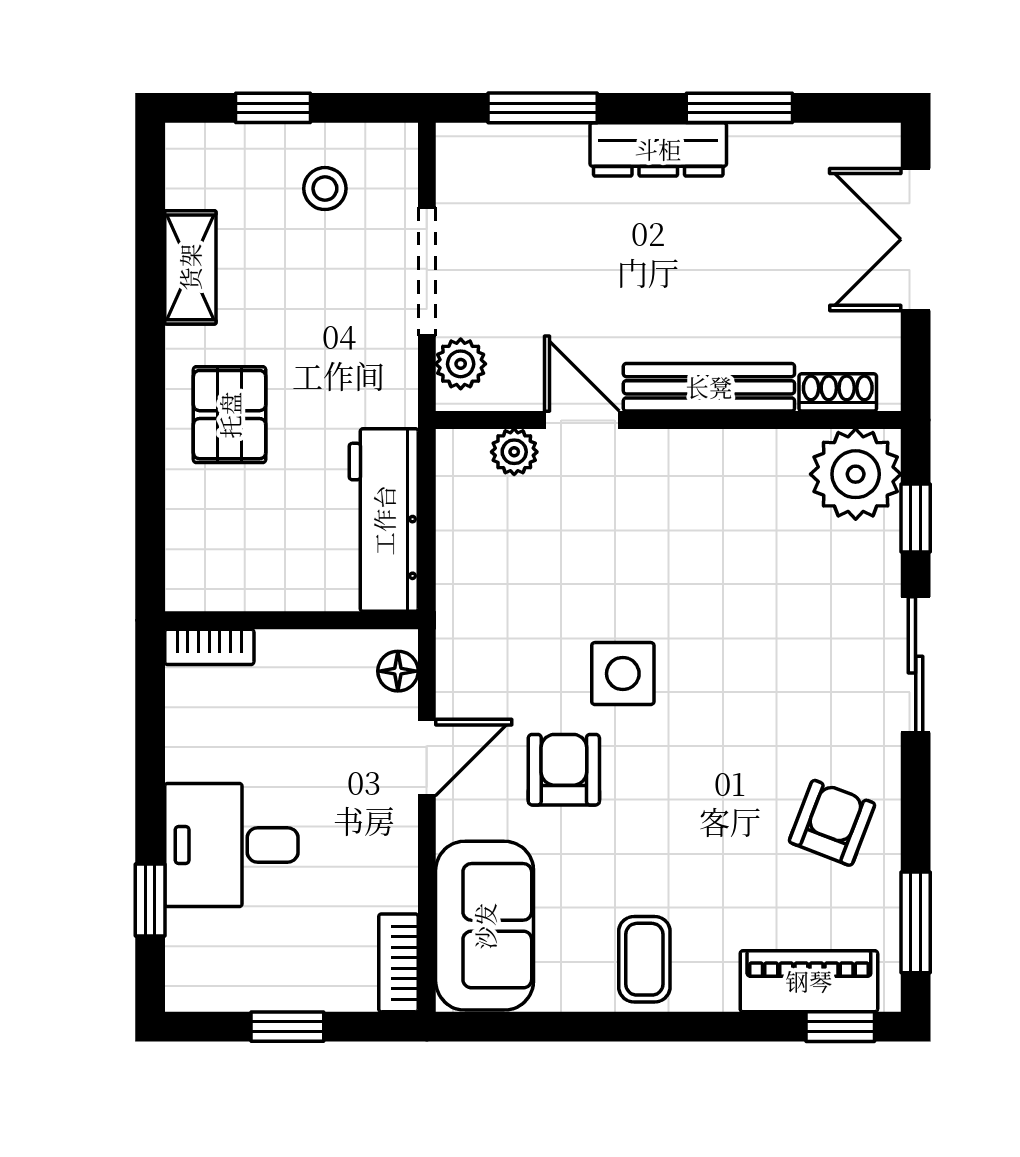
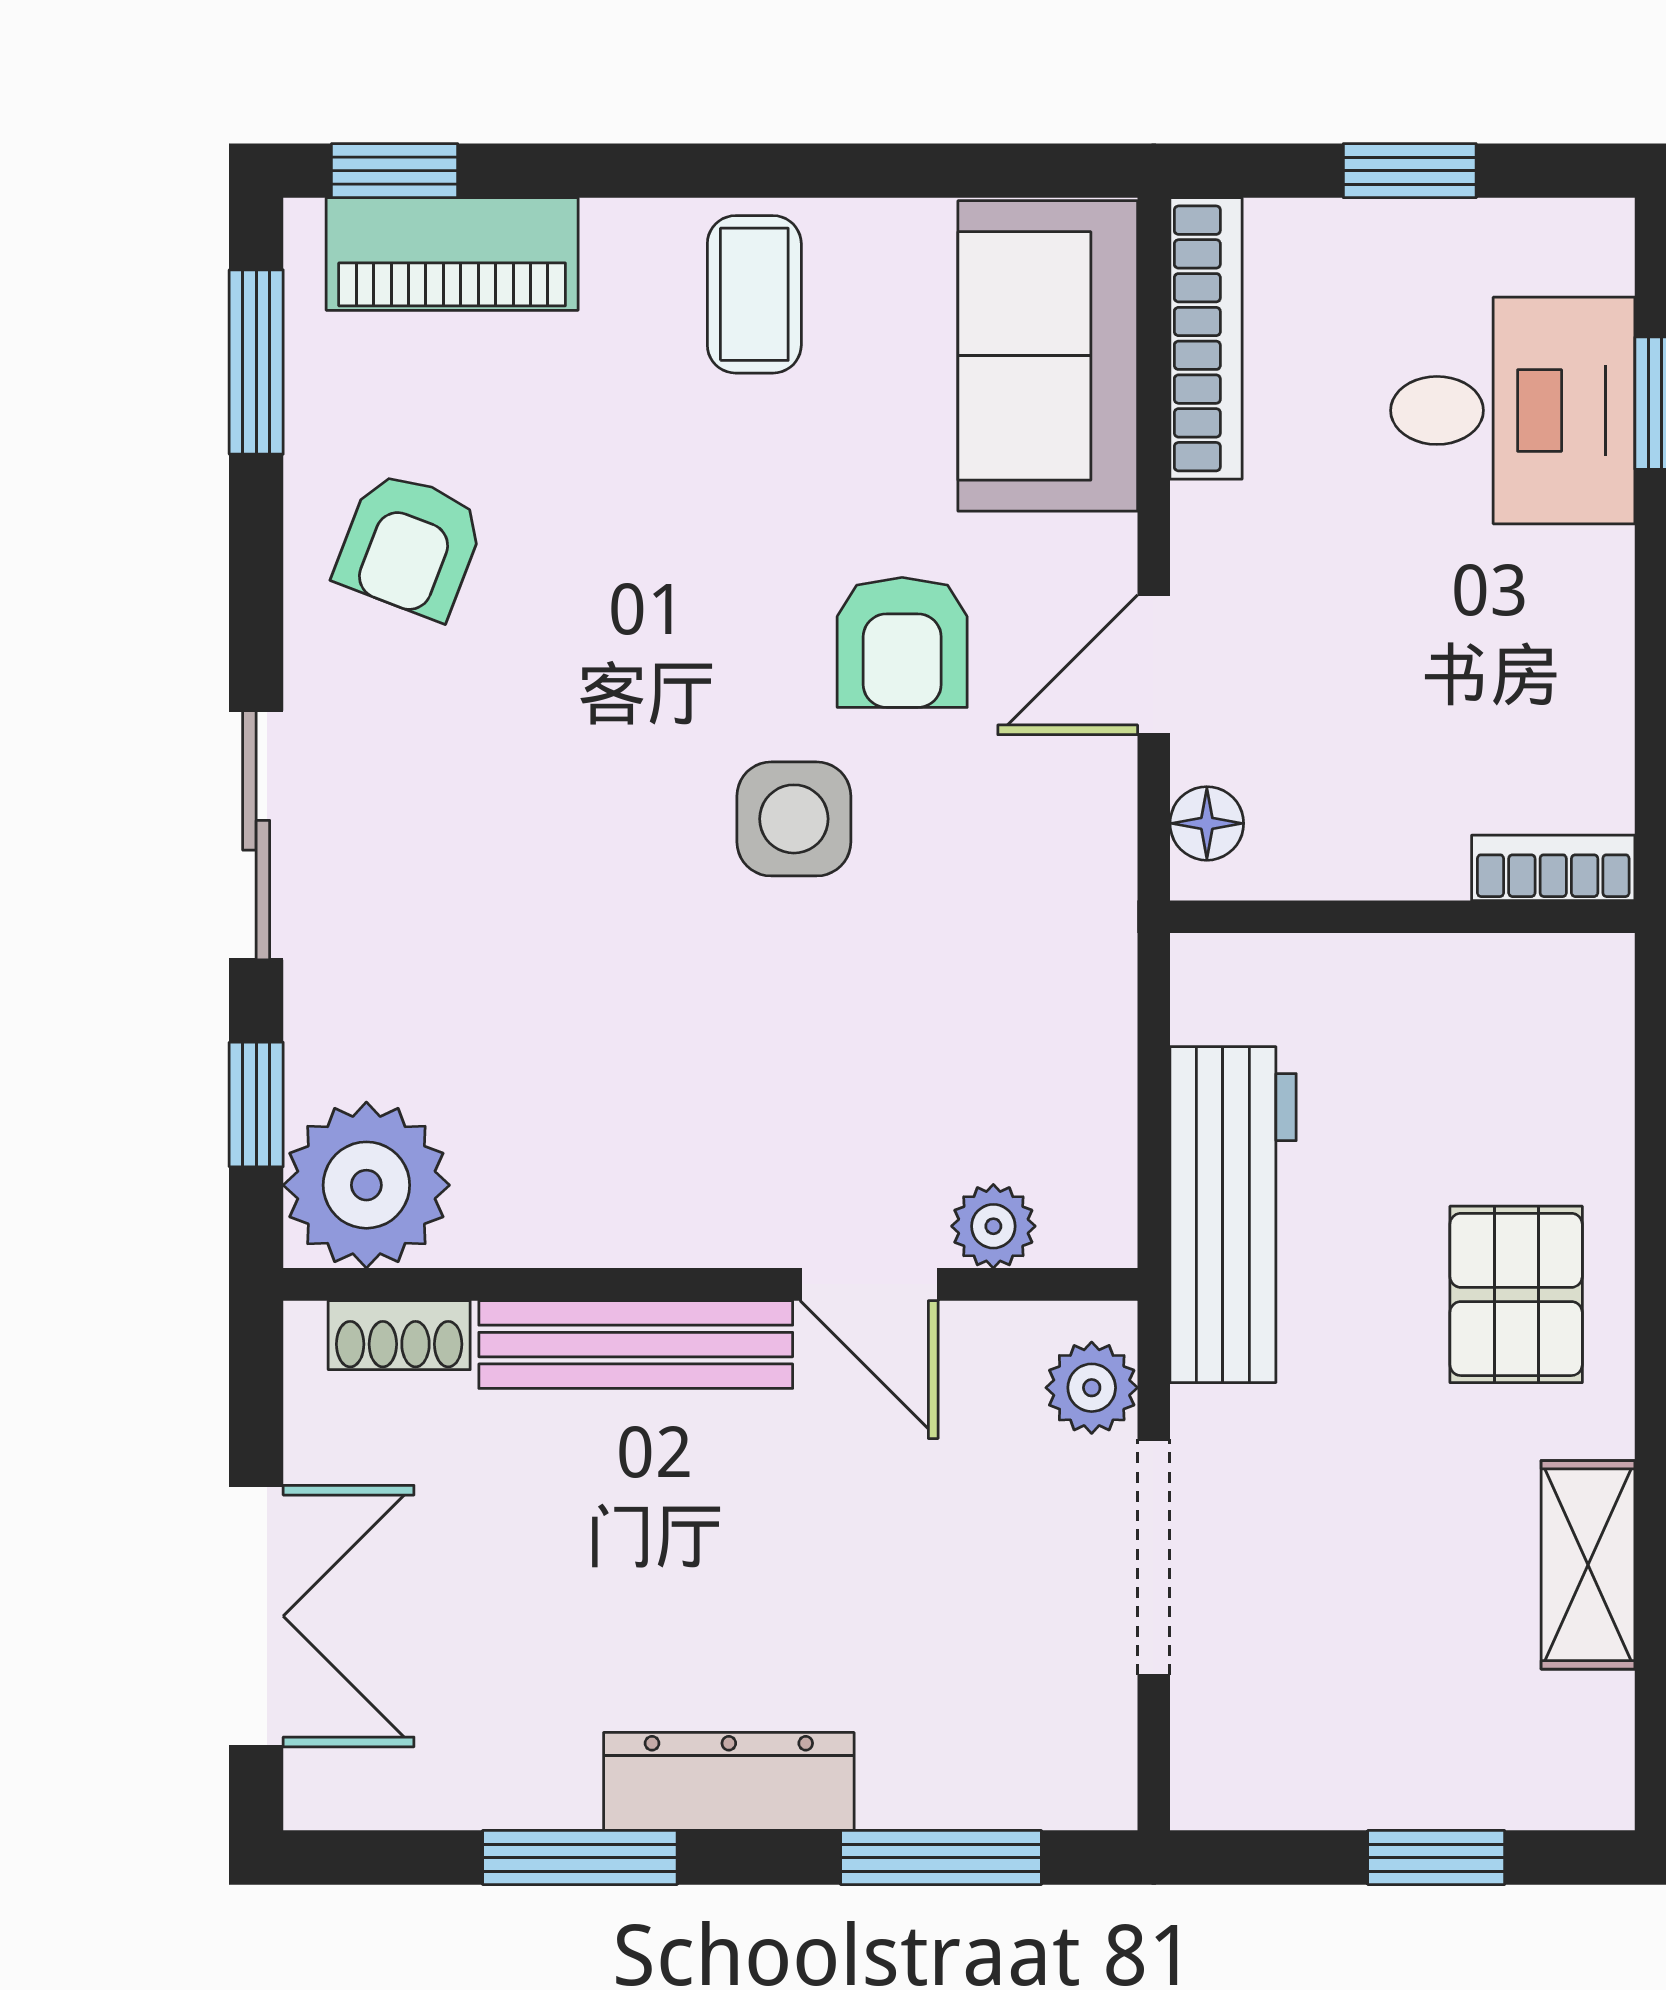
stool: (325, 189) -> (1341, 1710), removed
workbench: (384, 520) -> (1233, 1215), moved
desk: (231, 845) -> (1513, 410), moved
bookcase: (398, 963) -> (1206, 338), width x1.56

